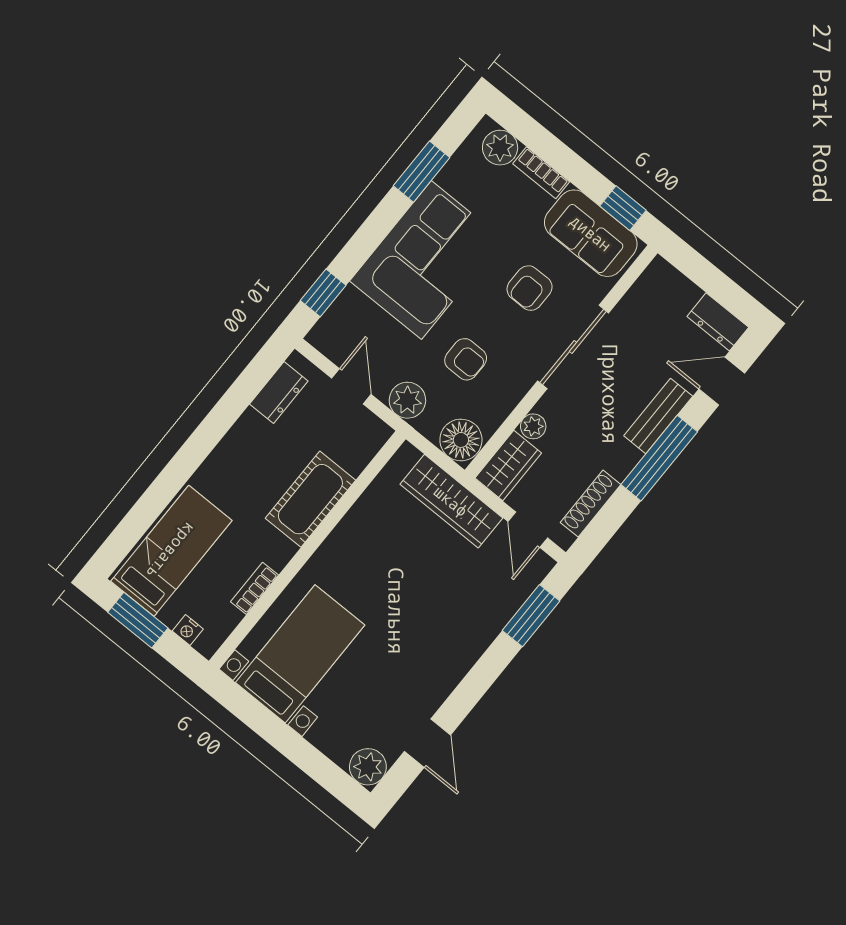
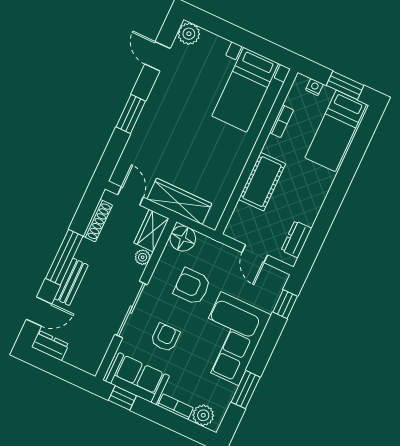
armchair: (466, 359) -> (192, 286), width x1.38, depth x1.38
plant: (407, 400) -> (220, 254), removed
window: (531, 616) -> (131, 114), moved

